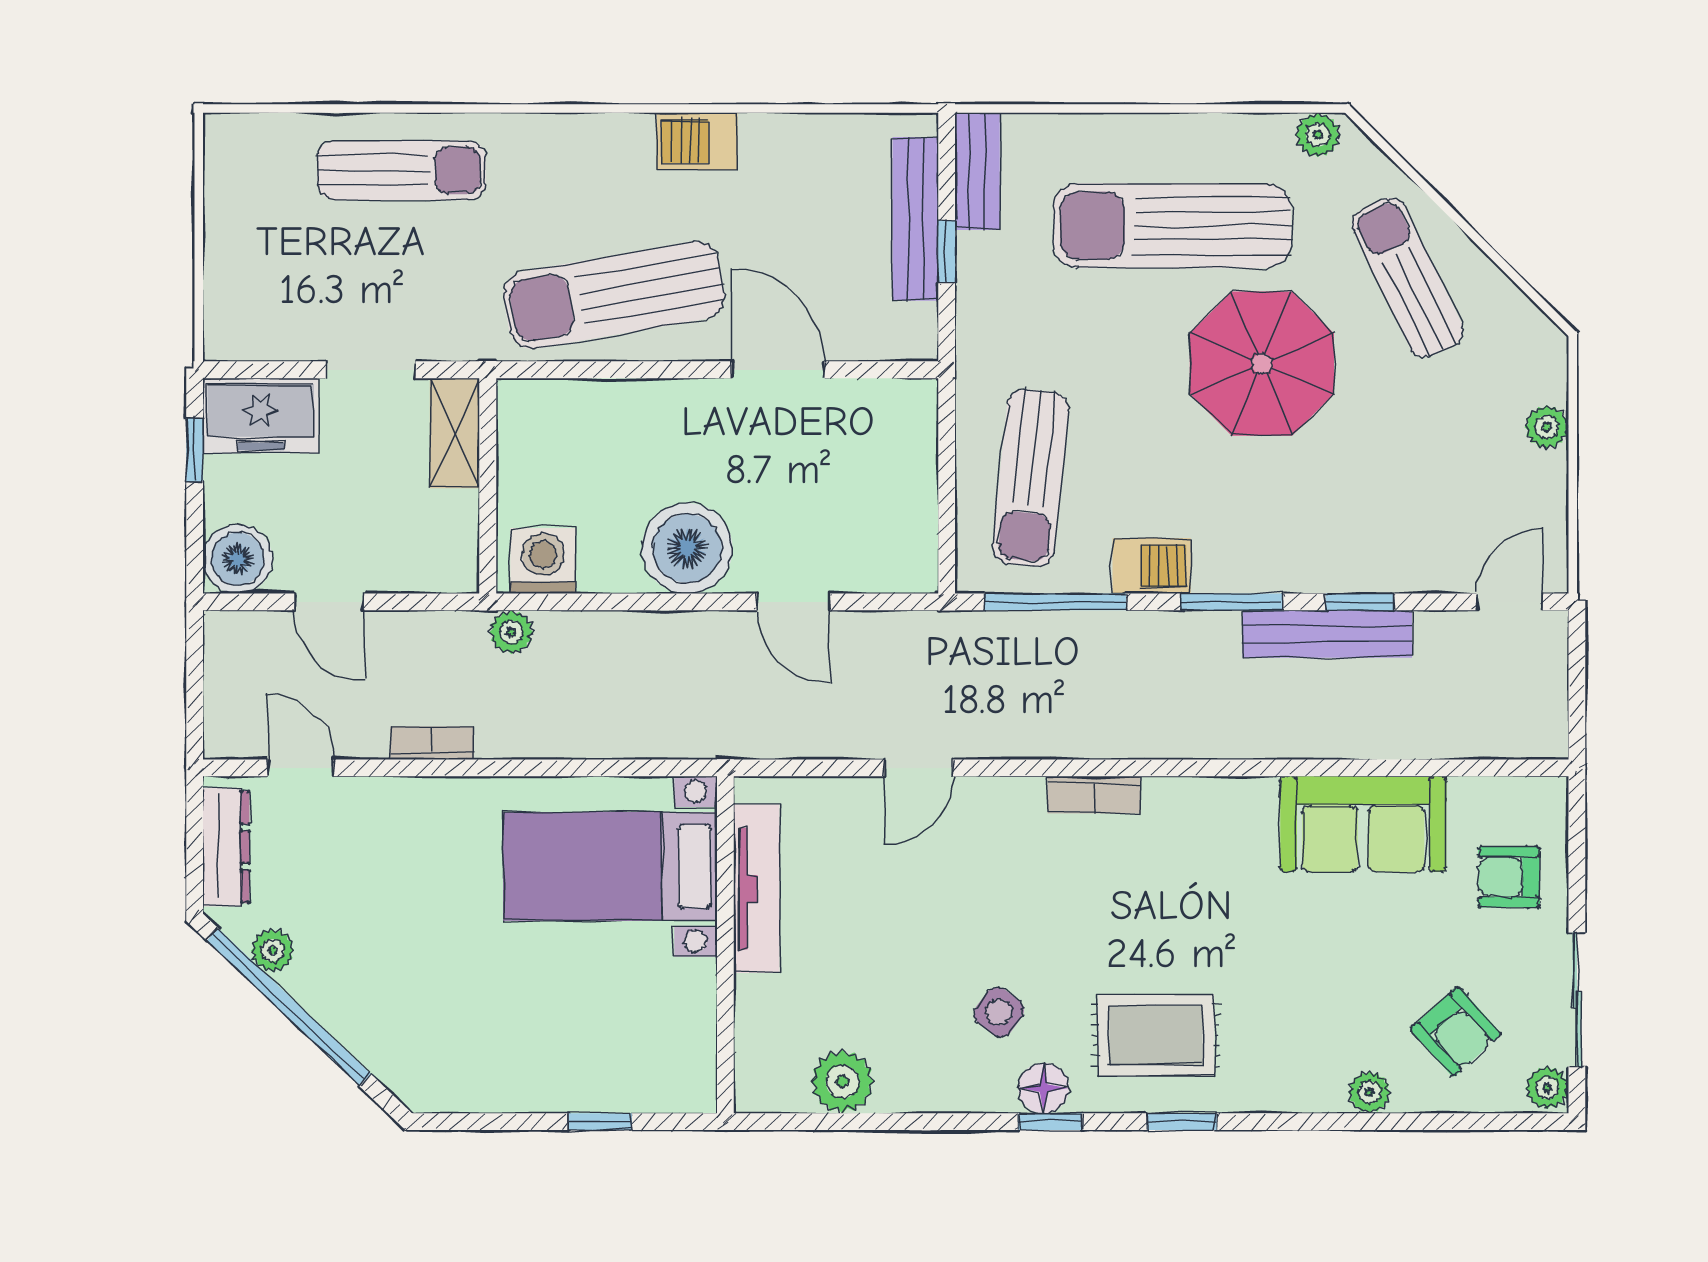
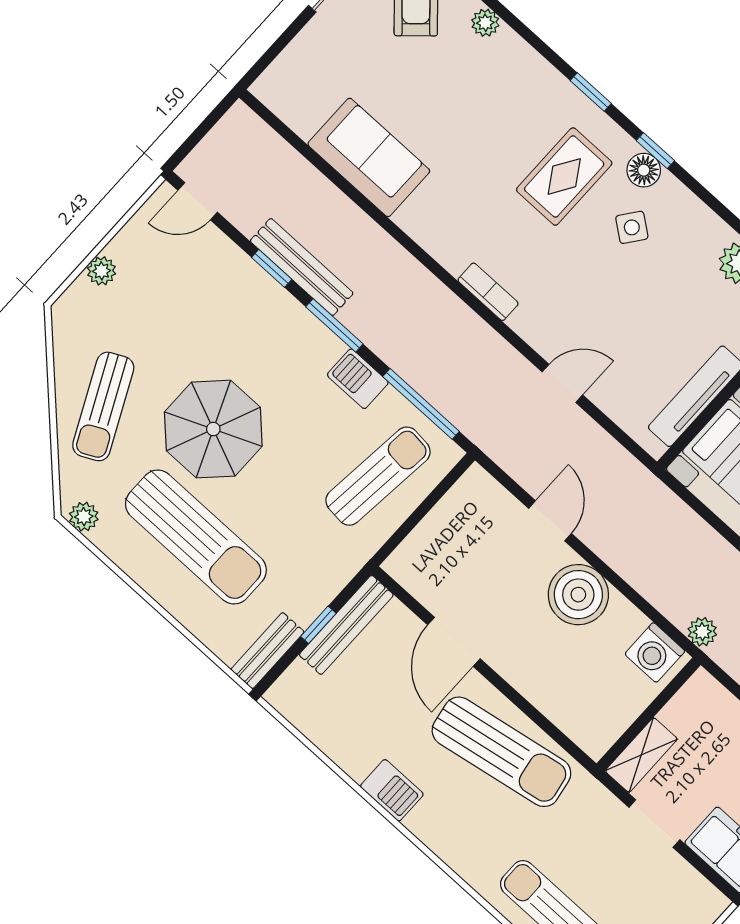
bench: (915, 219) -> (346, 625), moved
armchair: (1509, 877) -> (321, 66), removed
rug: (1156, 1035) -> (564, 176), moved, turned 90

